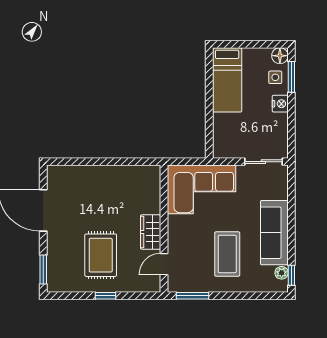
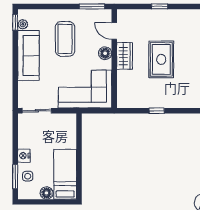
floor lamp: (280, 56) -> (46, 193), moved
window: (109, 162) -> (157, 111), added
floor lamp: (176, 236) -> (105, 53), added
rug: (101, 255) -> (161, 59), moved
door: (164, 264) -> (114, 31), swing flipped

